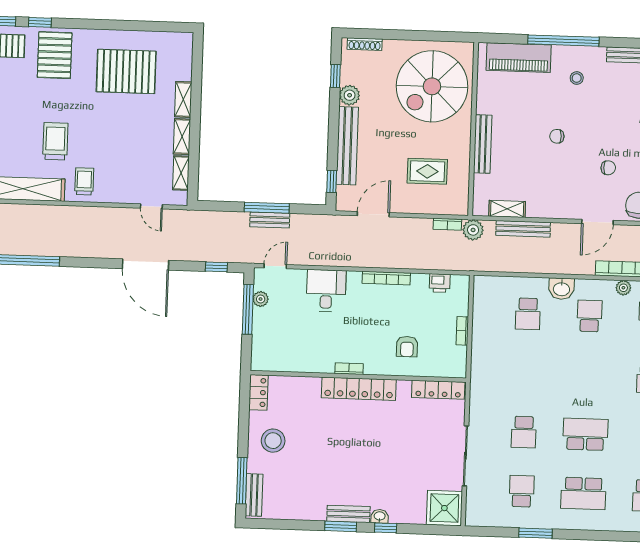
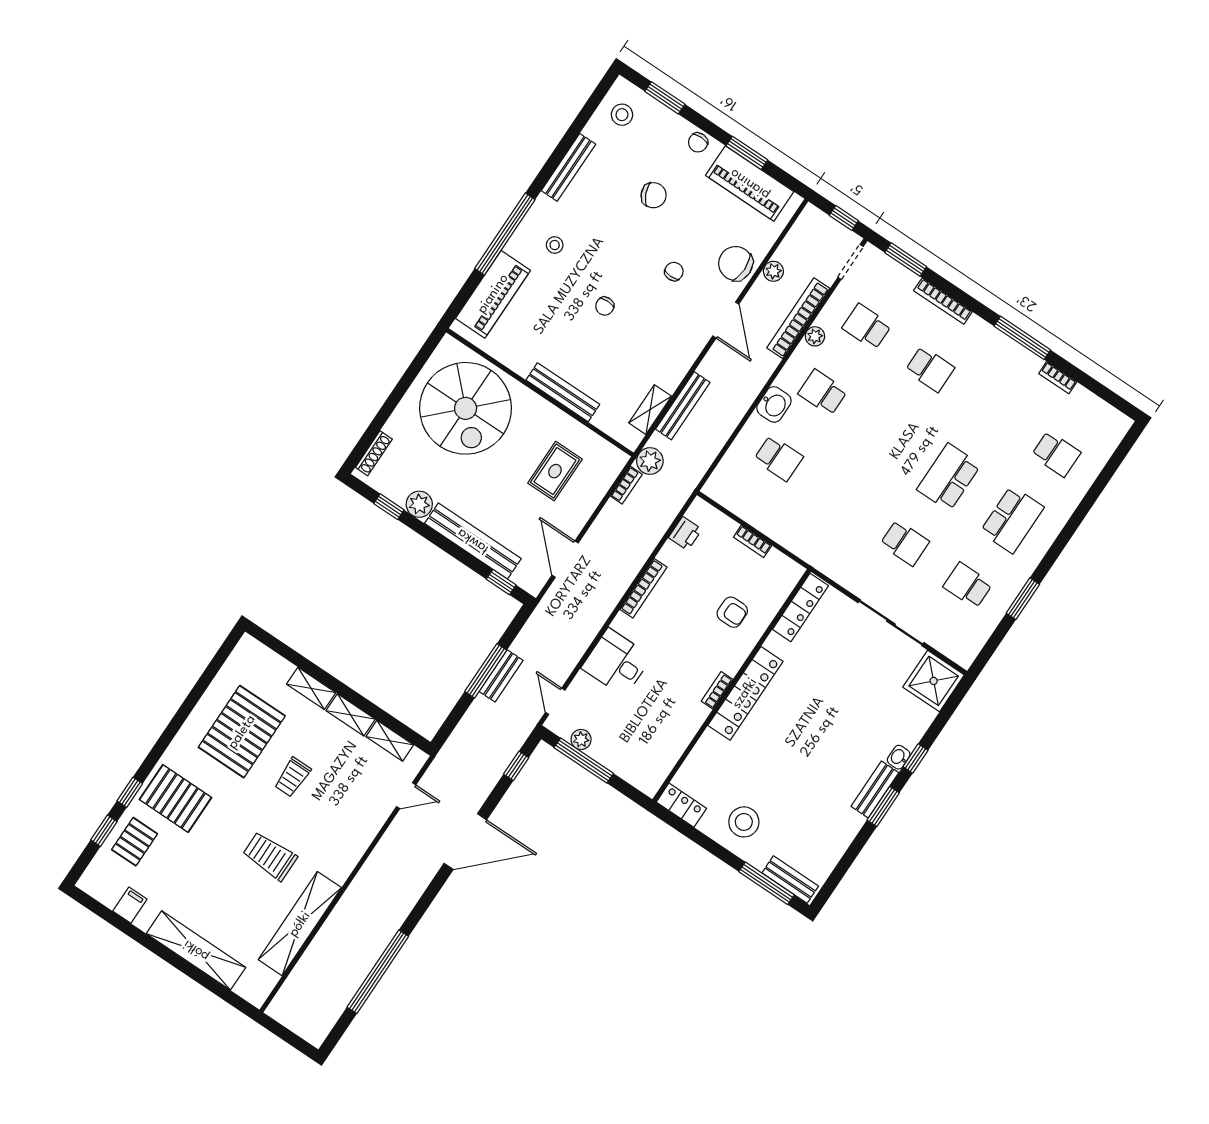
trolley: (84, 181) -> (293, 777), moved, turned -90

